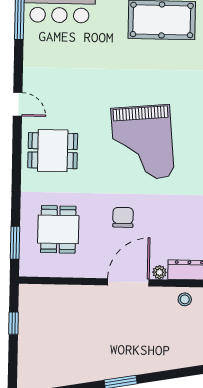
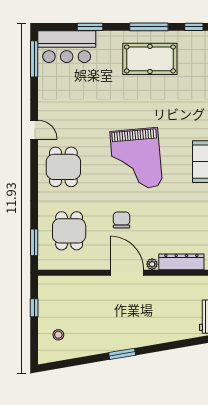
dining table: (53, 151) -> (63, 167), turned 90
door: (128, 282) -> (127, 273), hinge flipped
stool: (185, 299) -> (58, 335), moved

